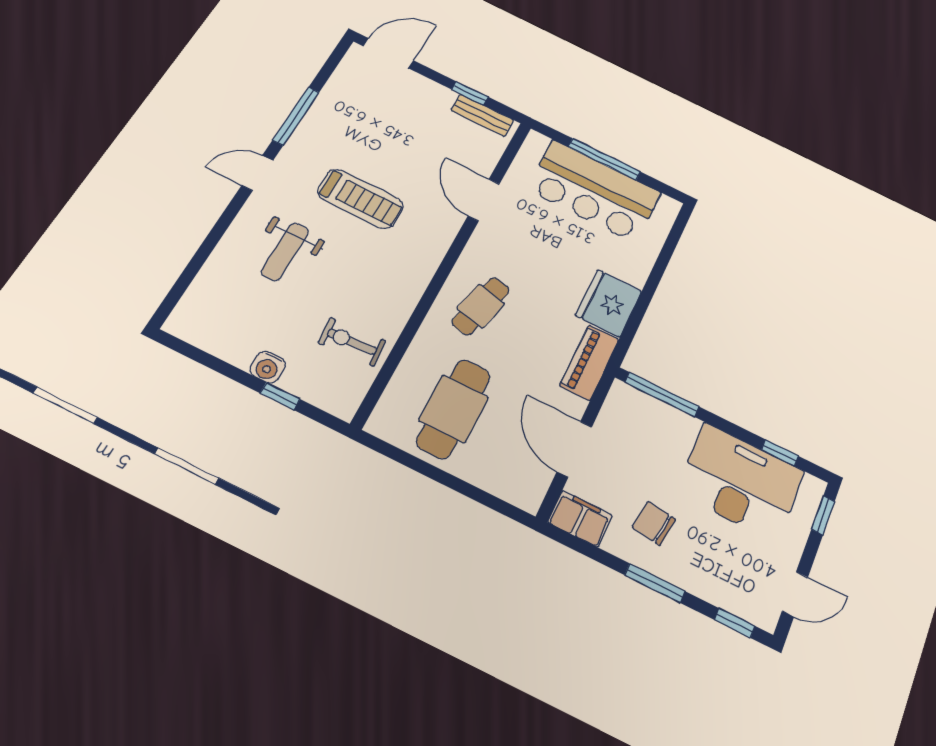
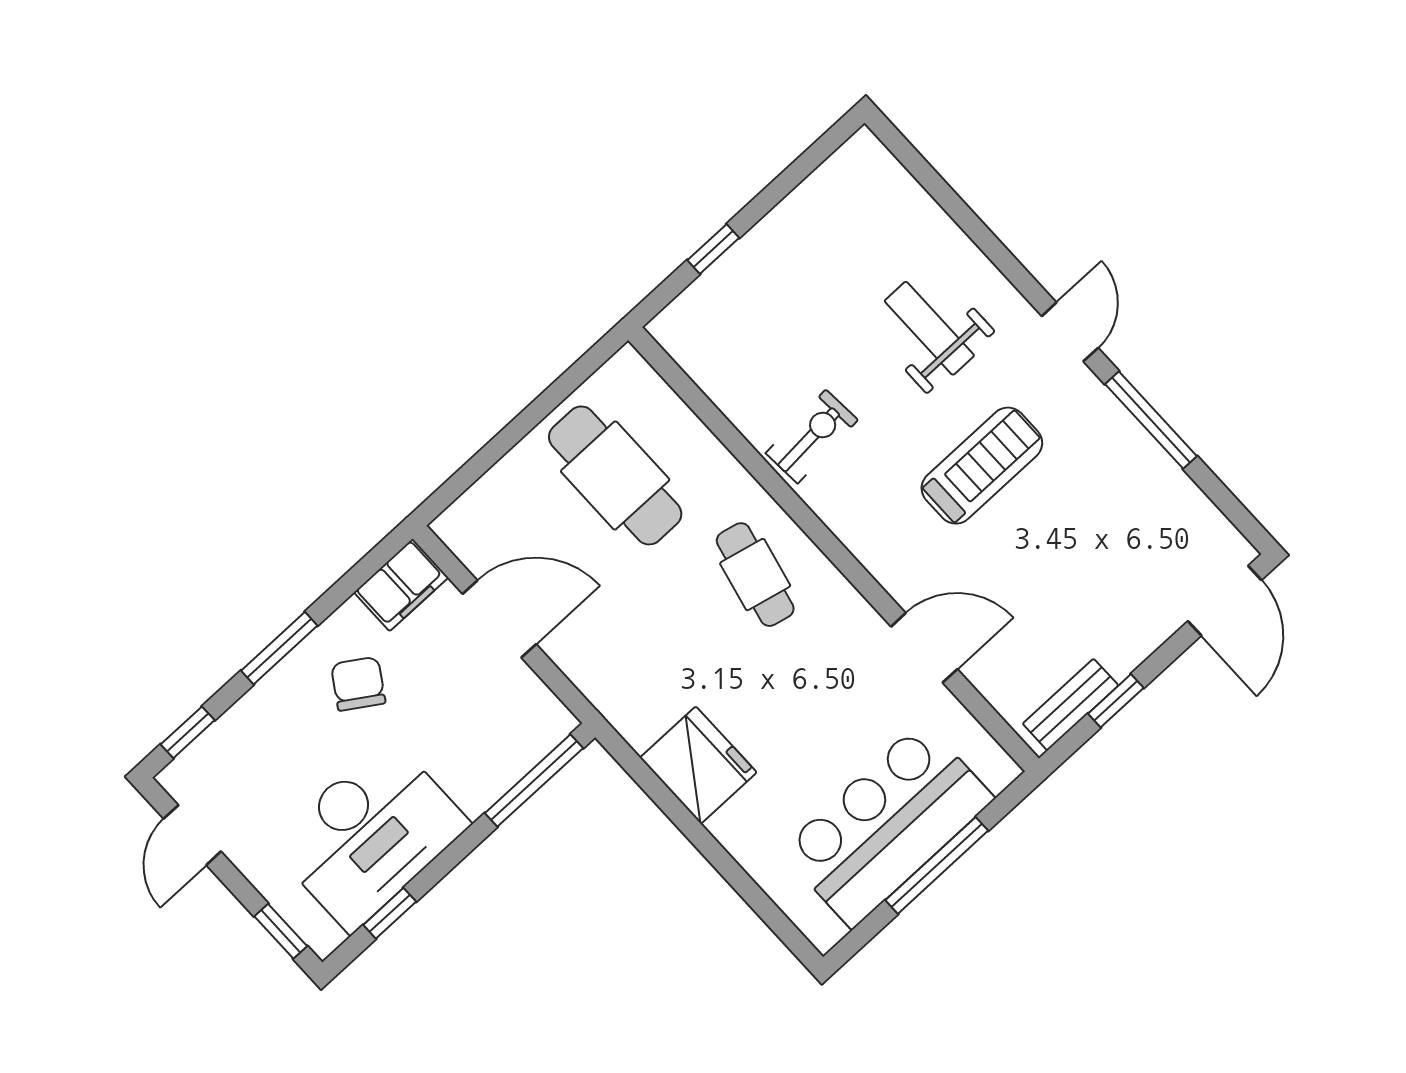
treadmill: (361, 199) -> (982, 466), turned 180
exercise bike: (352, 342) -> (812, 437), moved
piano: (589, 362) -> (617, 696), removed
water cooler: (268, 367) -> (761, 247), removed
chair: (654, 523) -> (358, 684), turned -65

